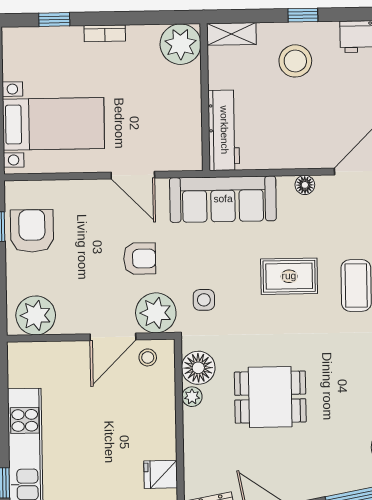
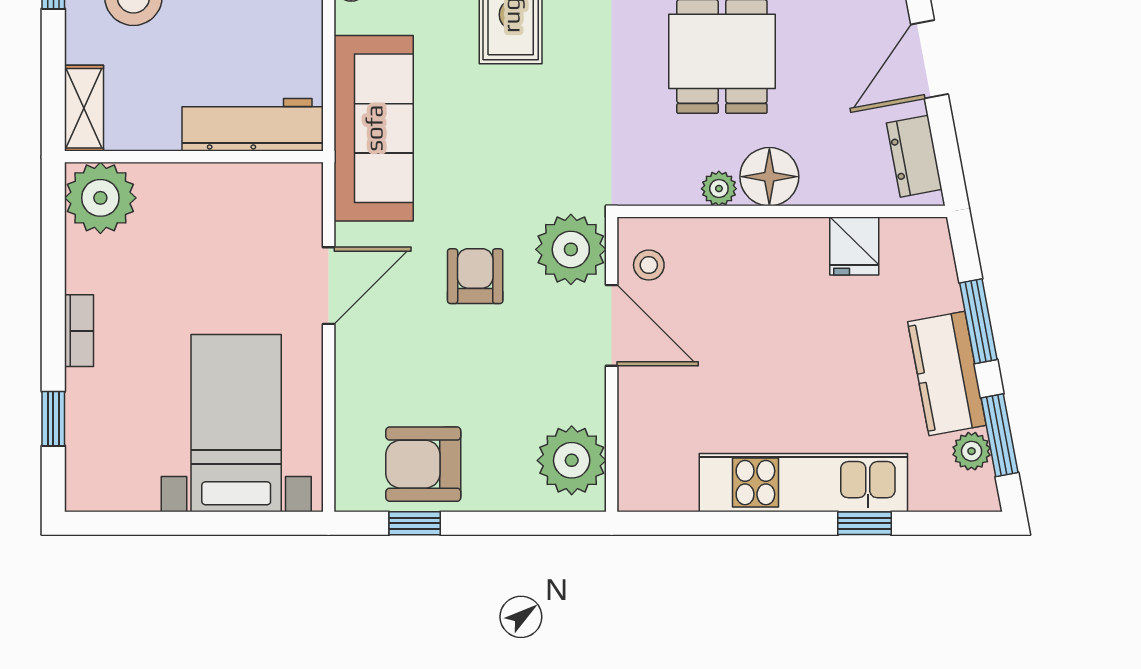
side table: (204, 300) -> (550, 165), removed
floor lamp: (198, 368) -> (769, 177), moved

